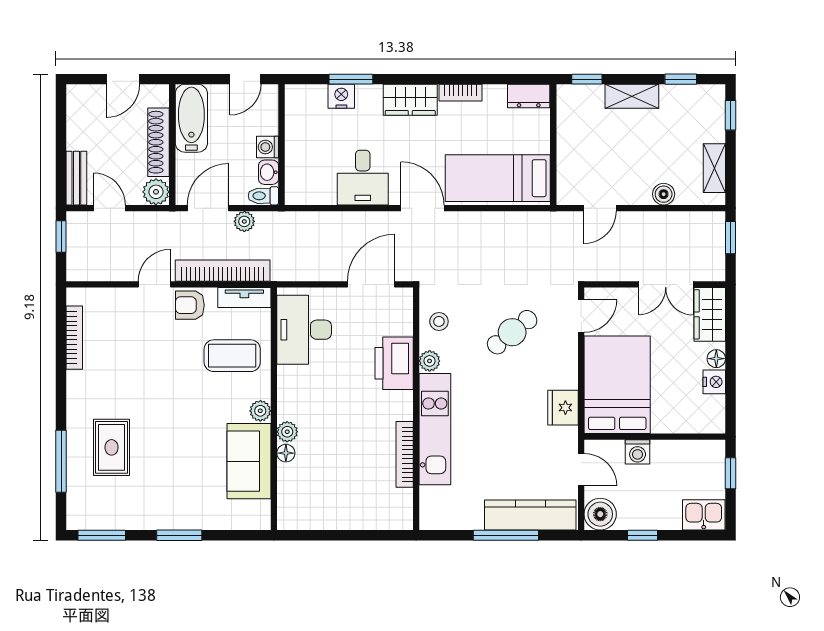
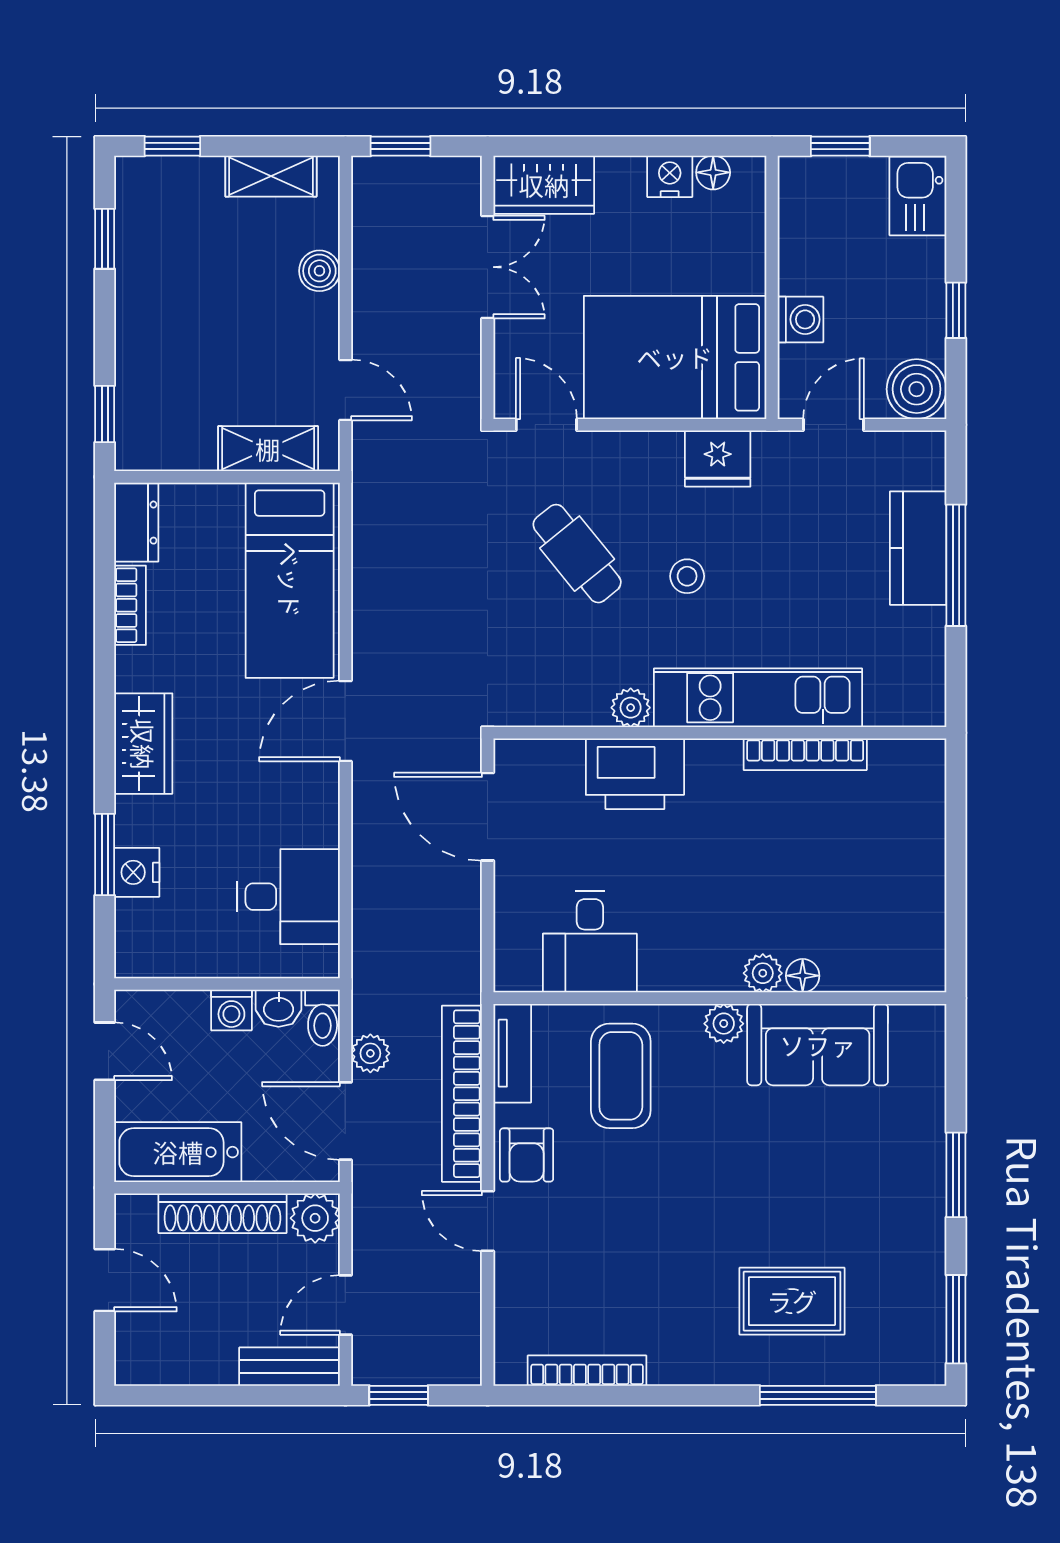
bookcase: (460, 93) -> (130, 605), moved
shelving: (632, 96) -> (268, 449), moved, turned 90
desk: (363, 178) -> (289, 897), moved
stool: (439, 321) -> (687, 576), moved
desk: (304, 330) -> (590, 942), width x0.73
floor lamp: (716, 359) -> (713, 172), moved
kitchen counter: (530, 515) -> (918, 548), width x0.67

